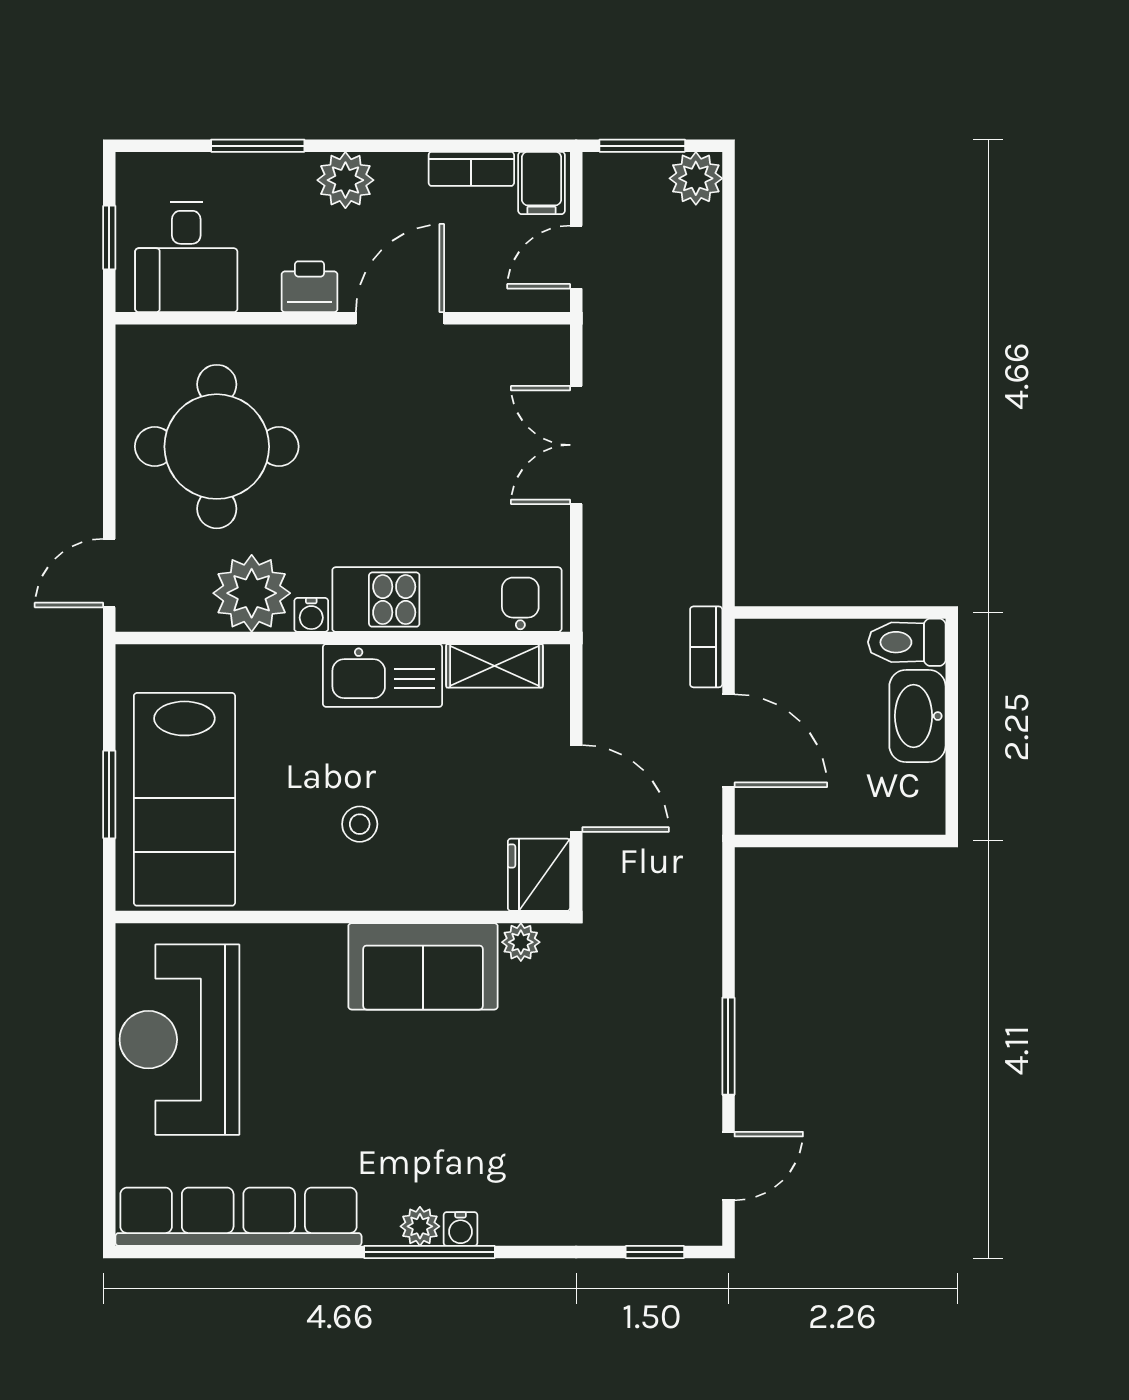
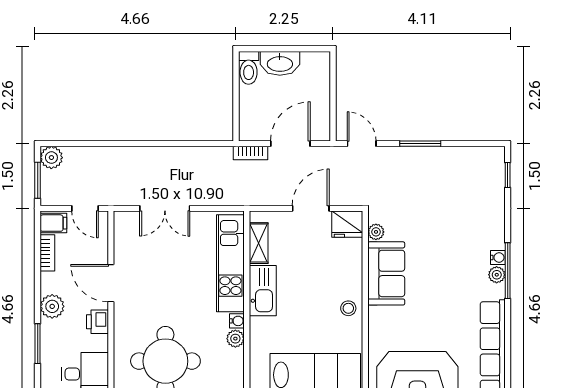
plant: (252, 593) -> (235, 339), width x0.53, depth x0.53
stool: (360, 824) -> (348, 308), moved
door: (728, 1166) -> (362, 144), moved

